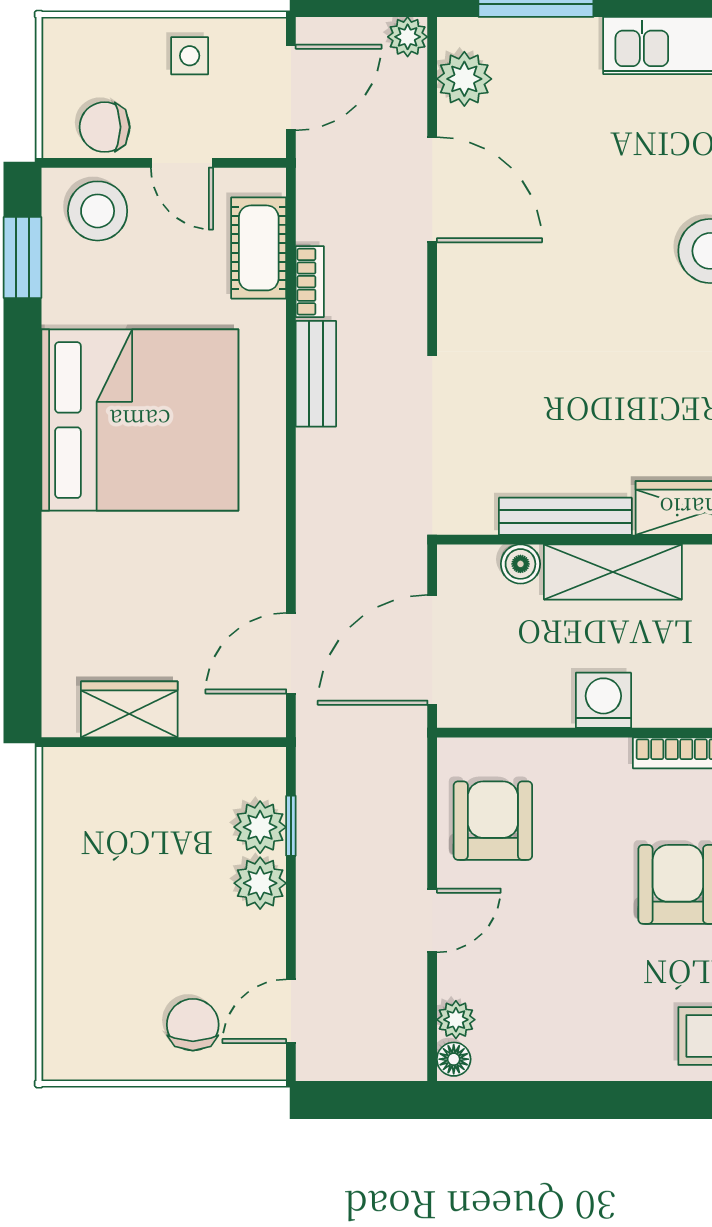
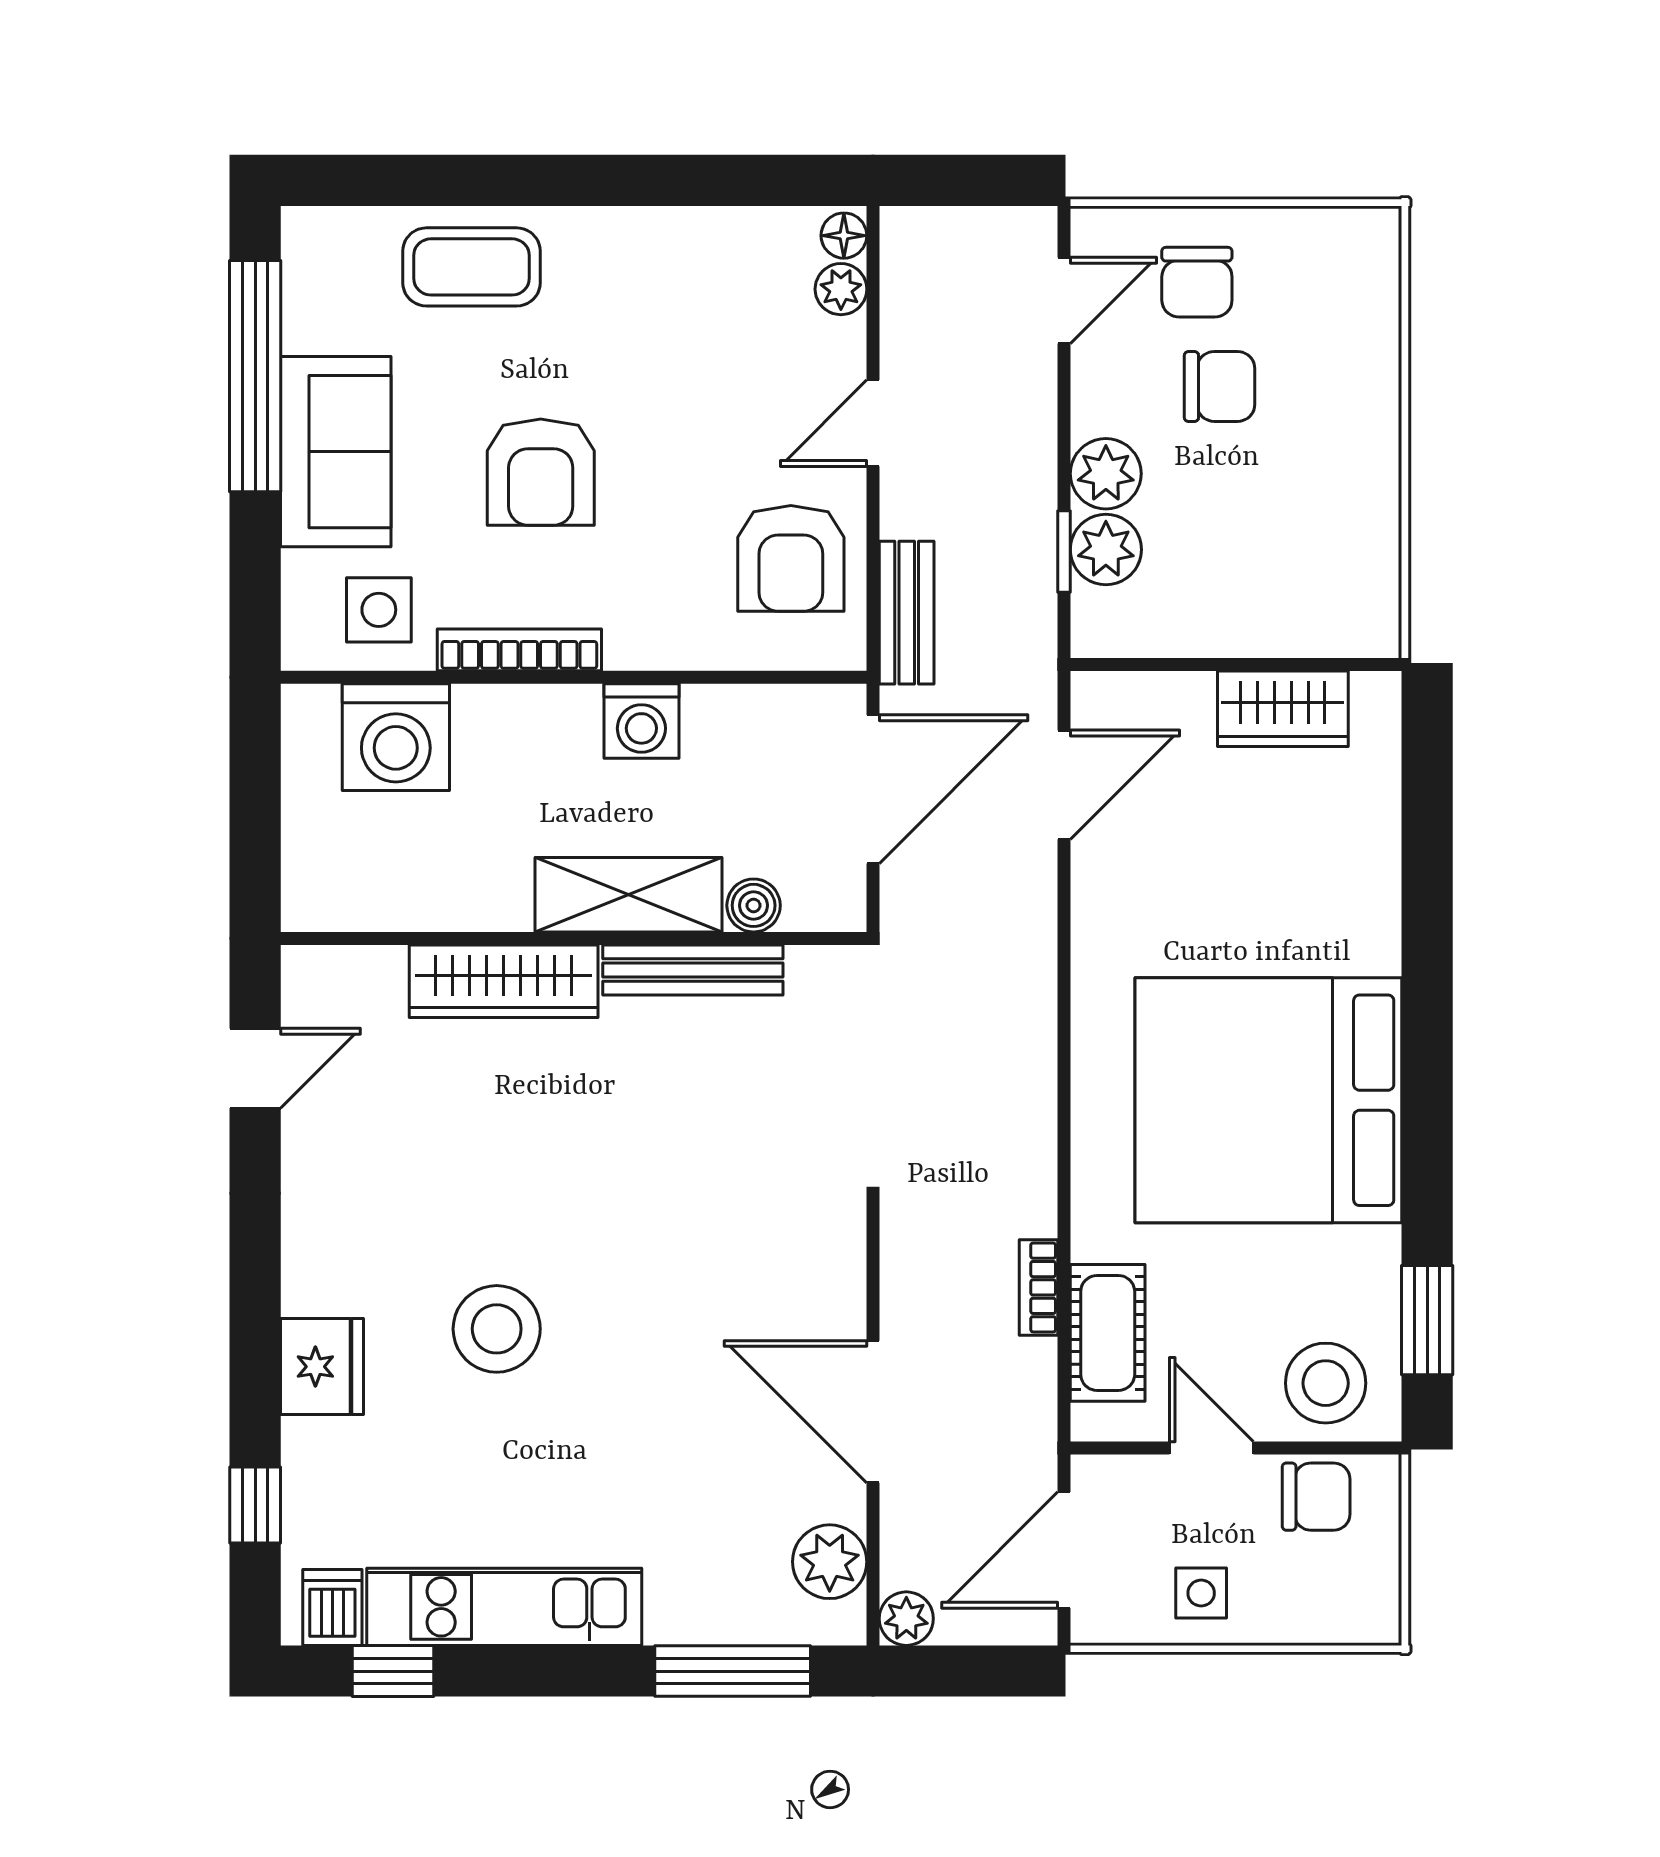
bench: (316, 374) -> (907, 613), moved
chair: (176, 948) -> (1220, 386), added

